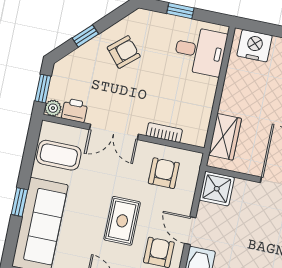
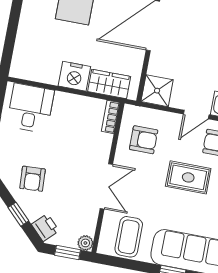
nightstand: (255, 46) -> (74, 76), moved, turned -90
armchair: (124, 52) -> (33, 179), turned -142
printer: (75, 110) -> (45, 227), moved, turned 135
bookcase: (164, 133) -> (111, 117), moved
armchair: (164, 173) -> (144, 140), turned 180

